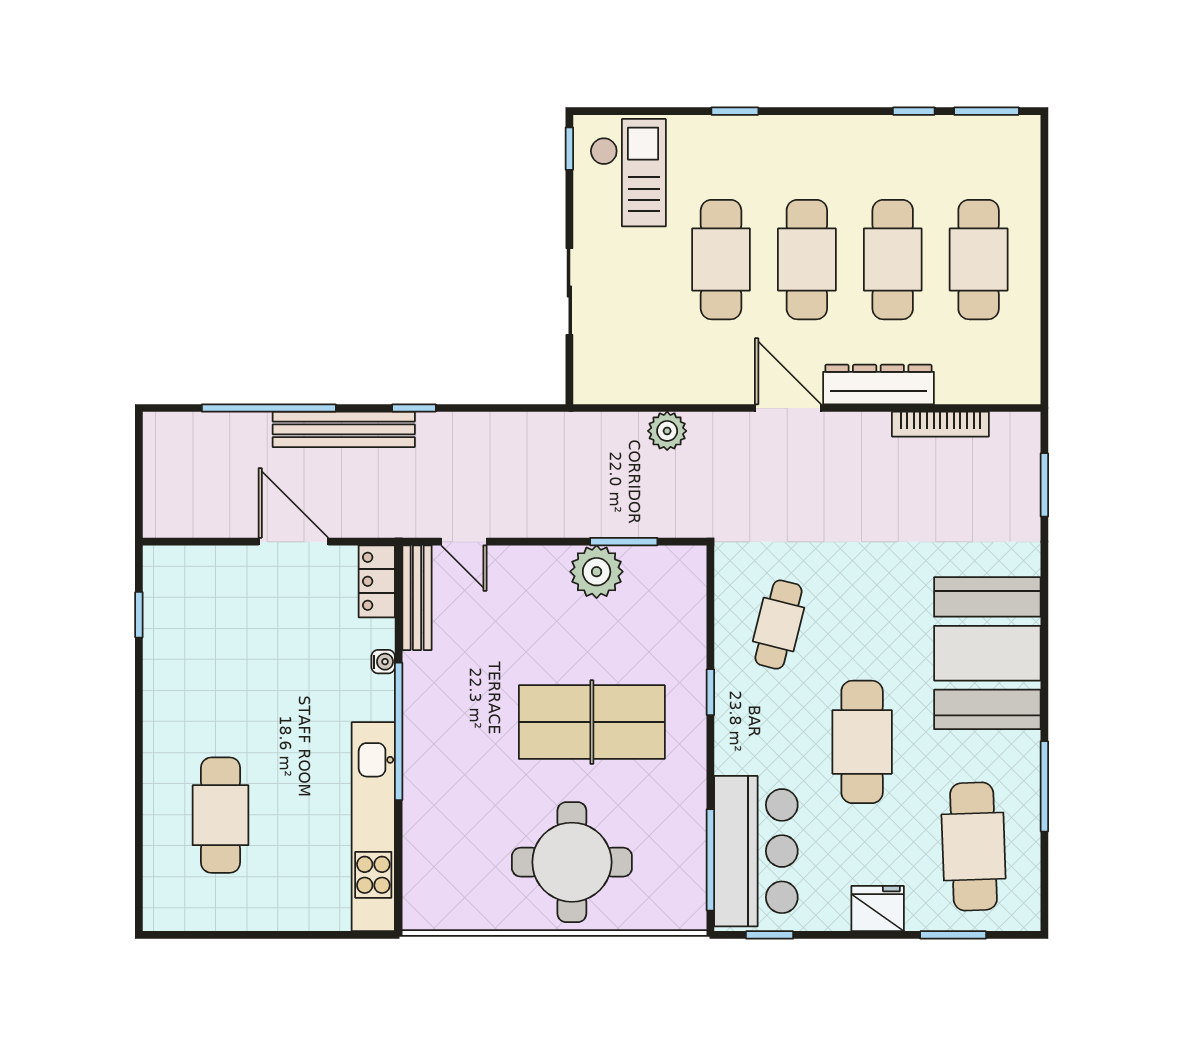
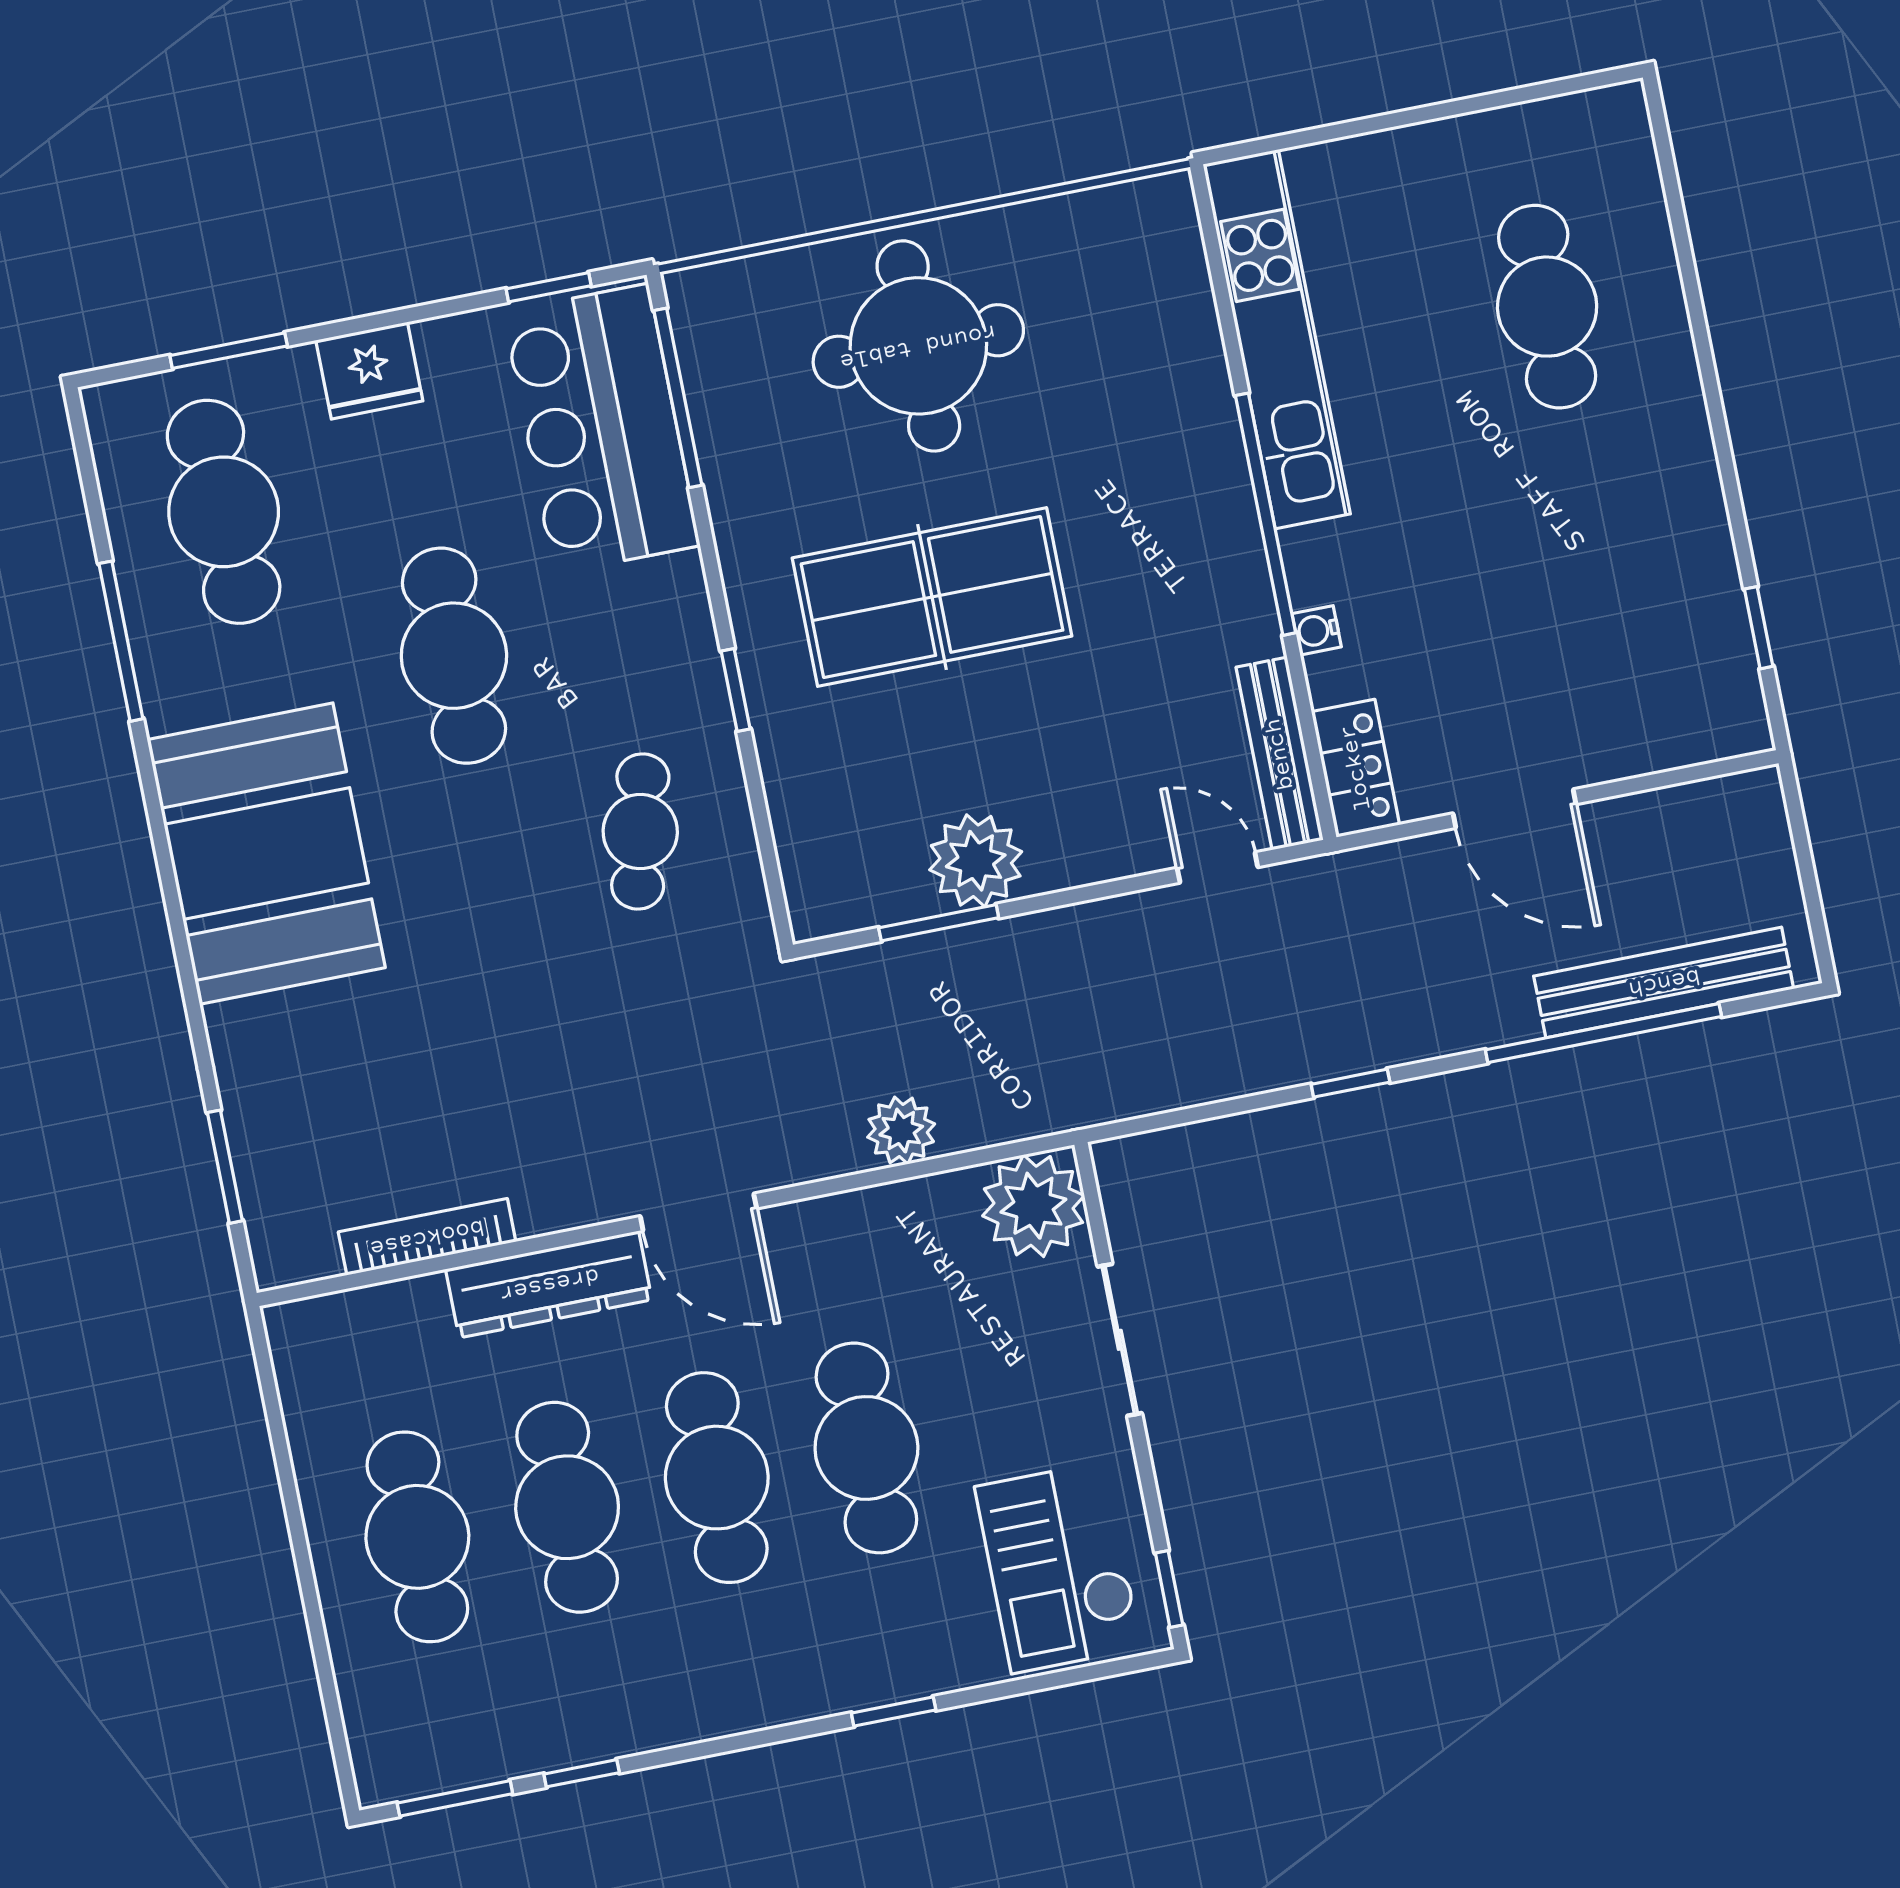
plant: (602, 375) -> (1033, 1206), added
bench: (344, 429) -> (1664, 982), moved

